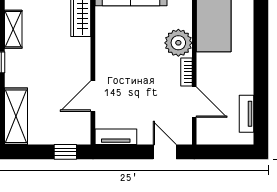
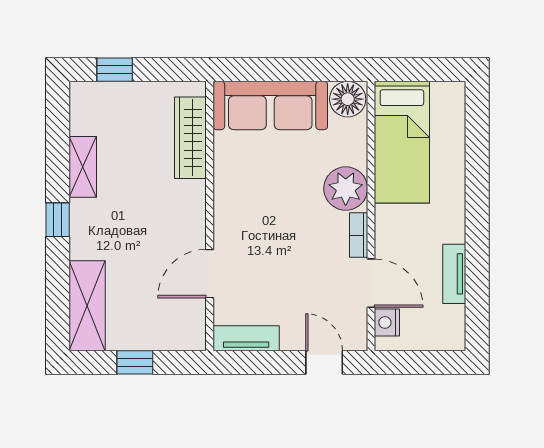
tv unit: (246, 114) -> (454, 274), moved
nightstand: (204, 127) -> (387, 322), added
window: (65, 152) -> (135, 362), moved

